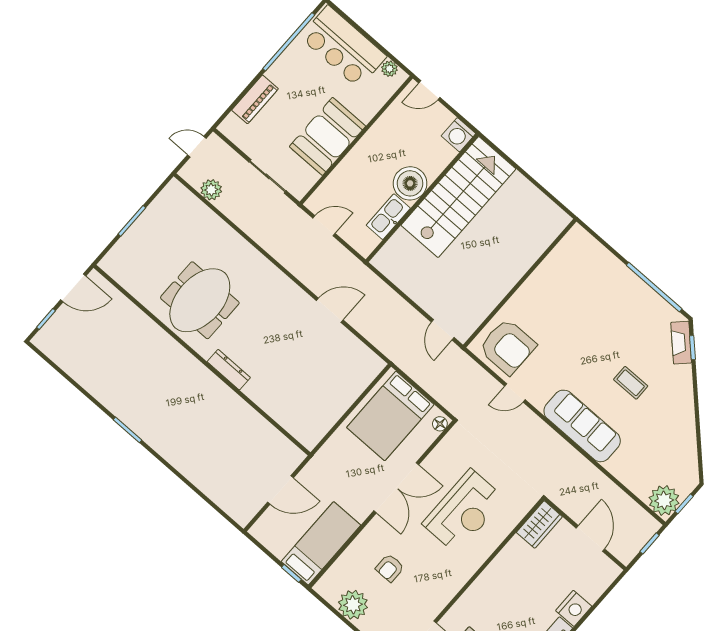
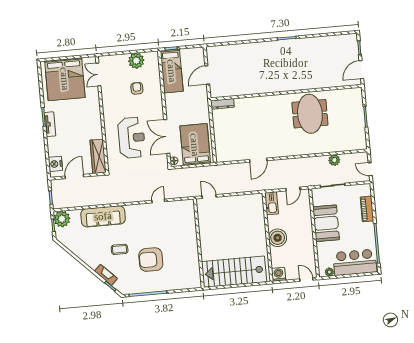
door: (429, 90) -> (306, 279), hinge flipped
door: (197, 147) -> (370, 169), swing flipped
plant: (211, 190) -> (334, 160), moved
stairs: (458, 197) -> (234, 272), moved, turned 90
kitchen sink: (388, 217) -> (271, 203), moved
fireplace: (681, 343) -> (106, 275), moved
armchair: (507, 347) -> (151, 260), moved
dresser: (229, 370) -> (222, 104), moved
sofa: (582, 426) -> (103, 216), moved
double door: (396, 488) -> (167, 136), moved
reception desk: (464, 511) -> (132, 138), turned 180
wardrobe: (539, 525) -> (98, 156), width x1.50
door: (590, 538) -> (74, 177), swing flipped
nightstand: (574, 608) -> (55, 164), moved

